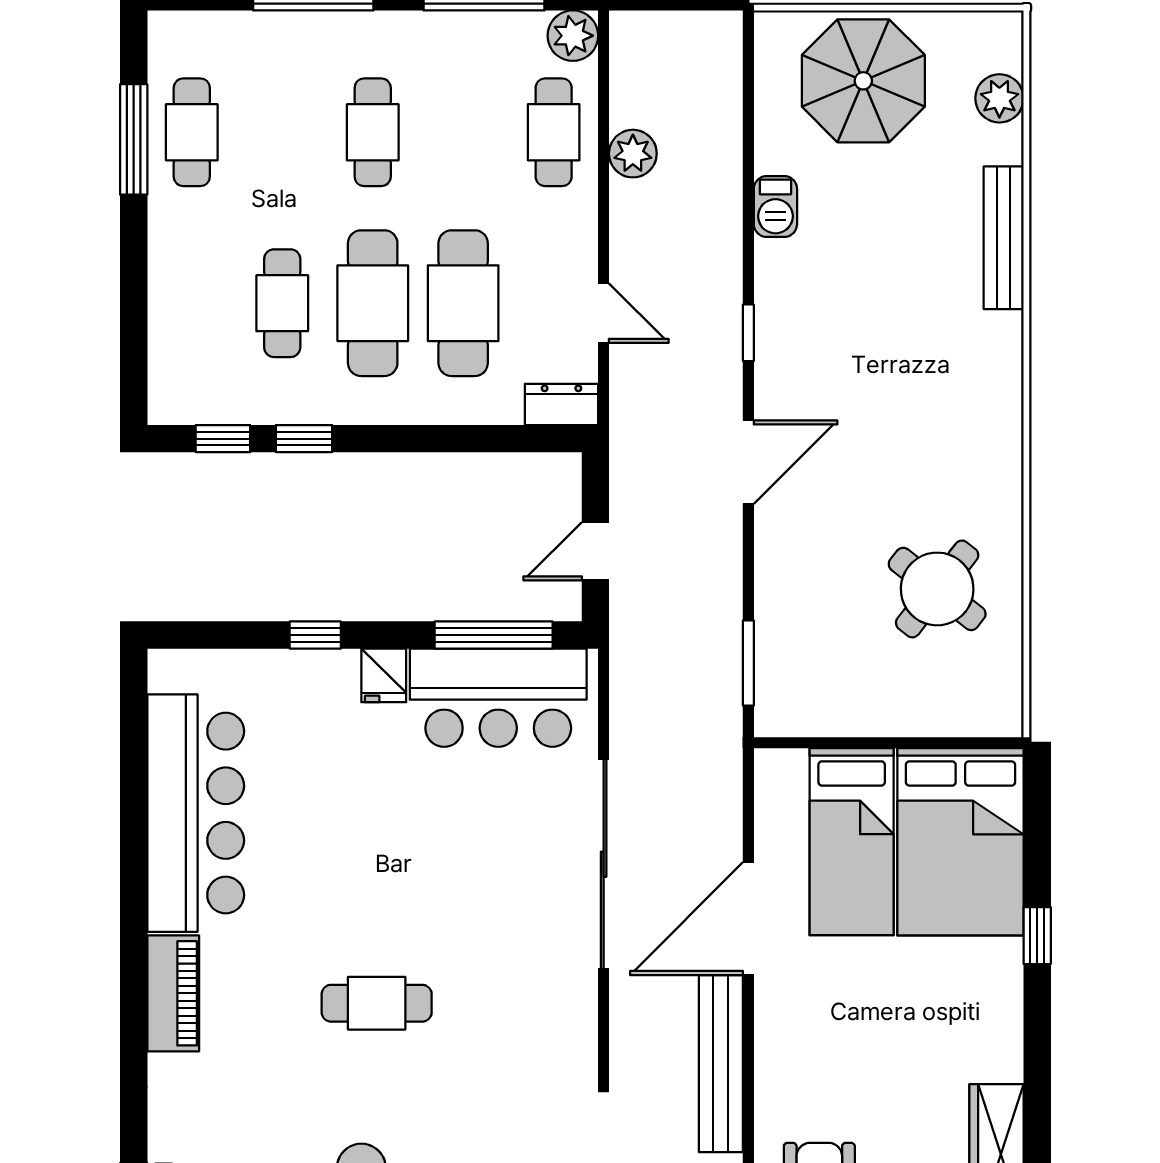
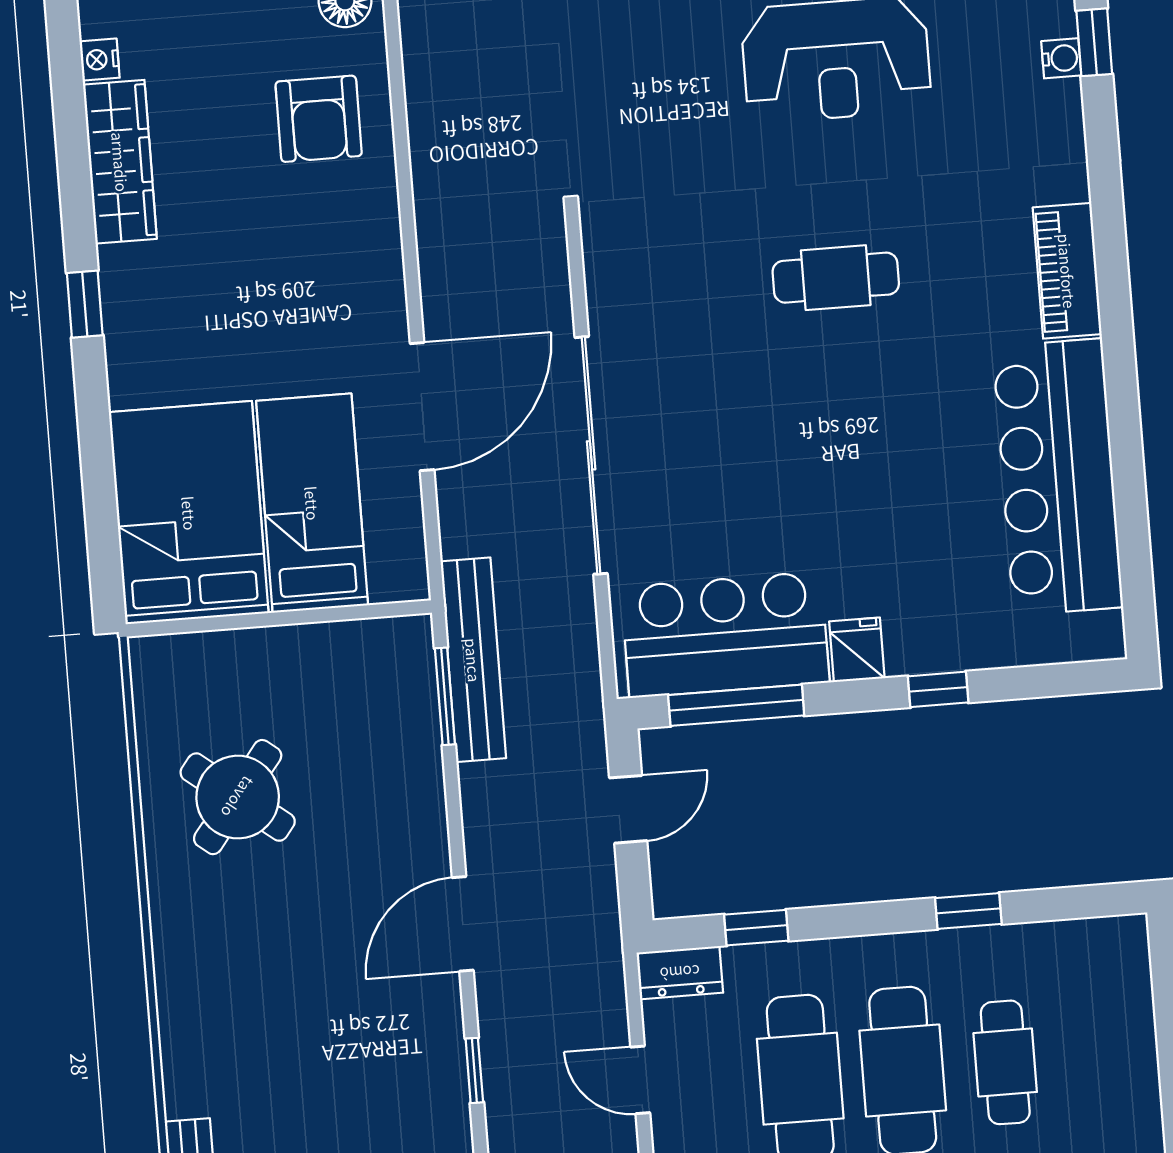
window: (223, 439) -> (756, 928), moved
window: (1037, 936) -> (85, 304), moved
bench: (721, 1064) -> (473, 660), moved

